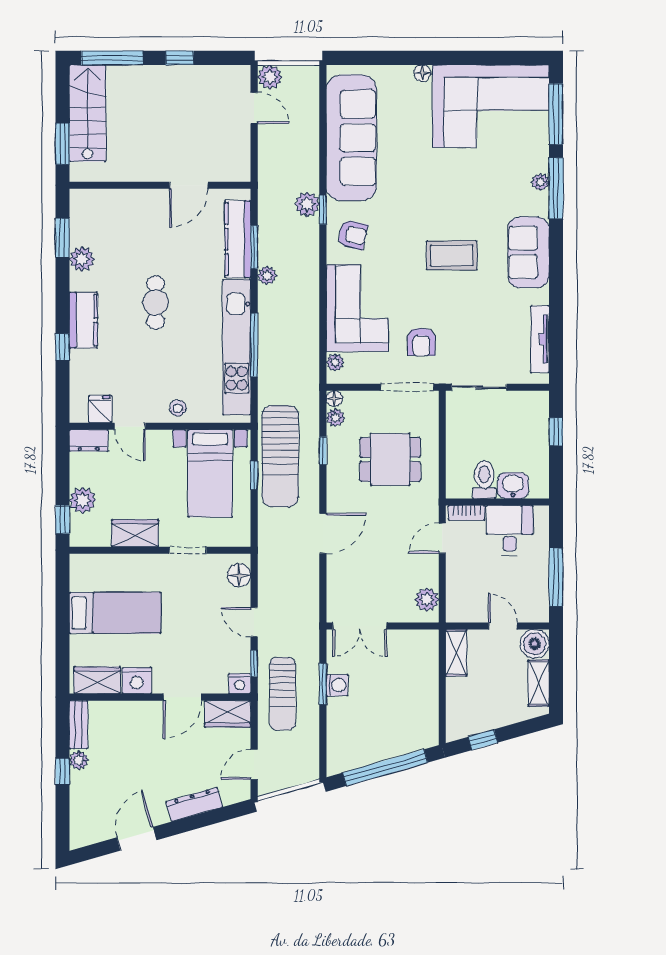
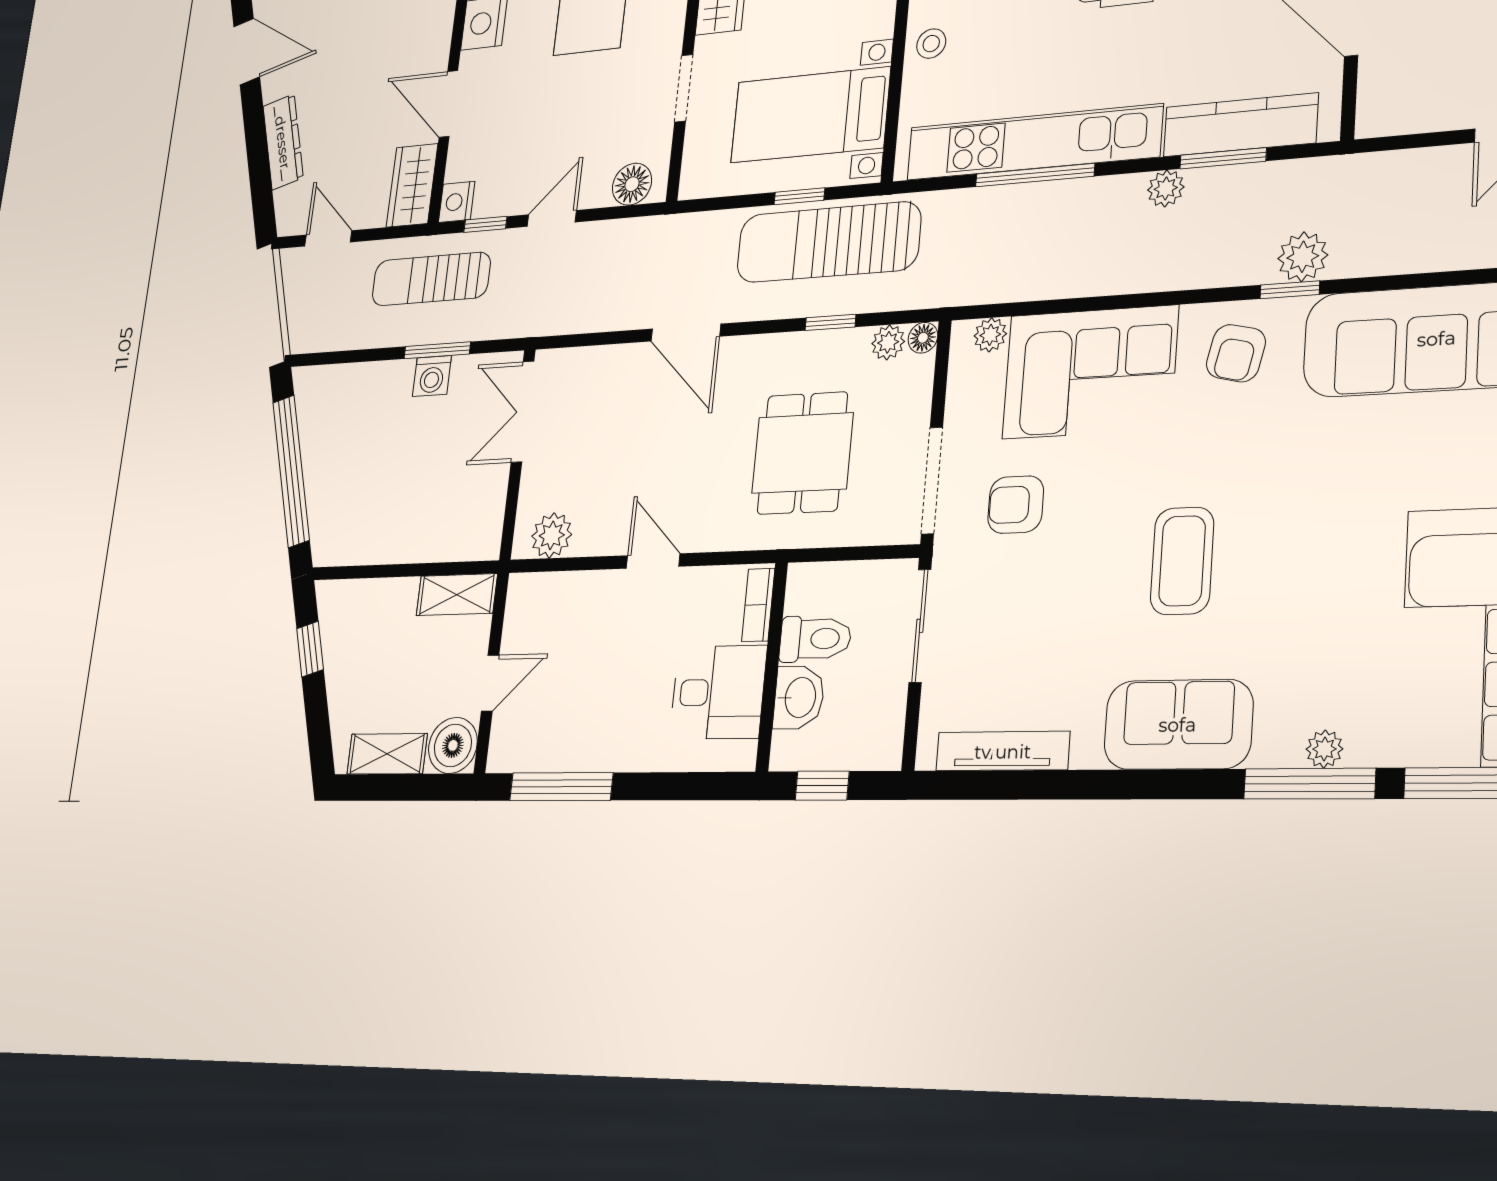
toilet: (484, 480) -> (815, 639), moved
washbasin: (513, 486) -> (799, 697), moved
wall: (497, 502) -> (772, 666), moved
bookcase: (466, 513) -> (758, 605), moved
desk: (510, 530) -> (718, 692), moved

